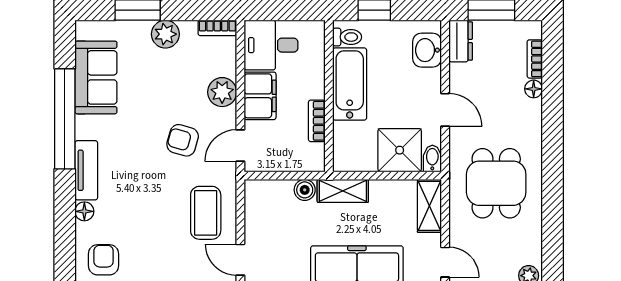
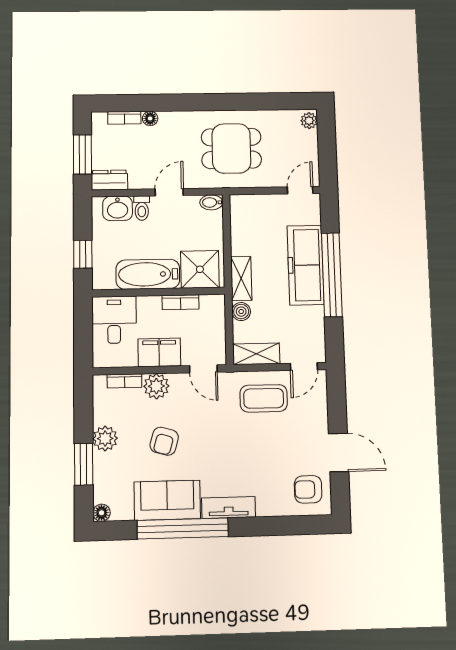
bookcase: (217, 28) -> (124, 381), moved, turned 90
toilet: (347, 37) -> (142, 208), moved, turned 180
desk: (271, 45) -> (114, 320), moved, turned 180
sofa: (96, 77) -> (167, 500), moved
armchair: (183, 140) -> (164, 441), moved
shower: (400, 150) -> (200, 269), moved
shelving: (429, 206) -> (256, 354), moved
floor lamp: (84, 211) -> (102, 513), moved

